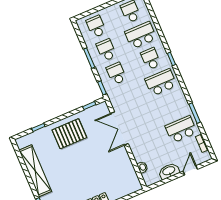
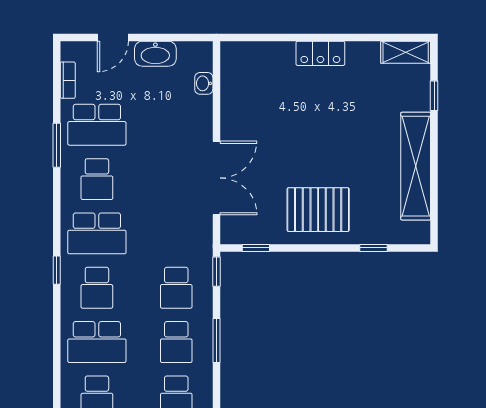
school desk: (171, 106) -> (97, 179), added

